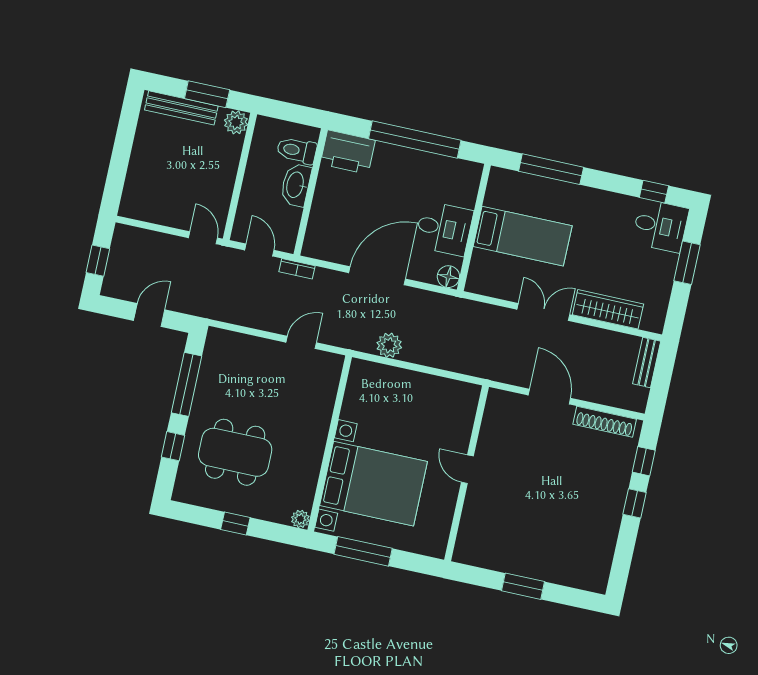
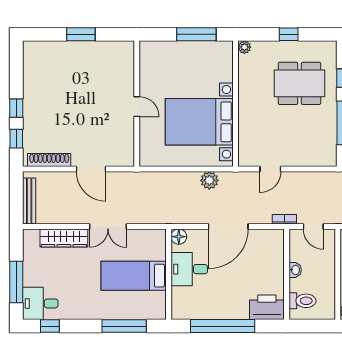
washbasin: (296, 185) -> (295, 270), width x0.52, depth x0.69
window: (687, 263) -> (16, 282), width x1.44
bench: (647, 363) -> (29, 201), width x1.36
bed with nightstands: (373, 484) -> (199, 122), moved

